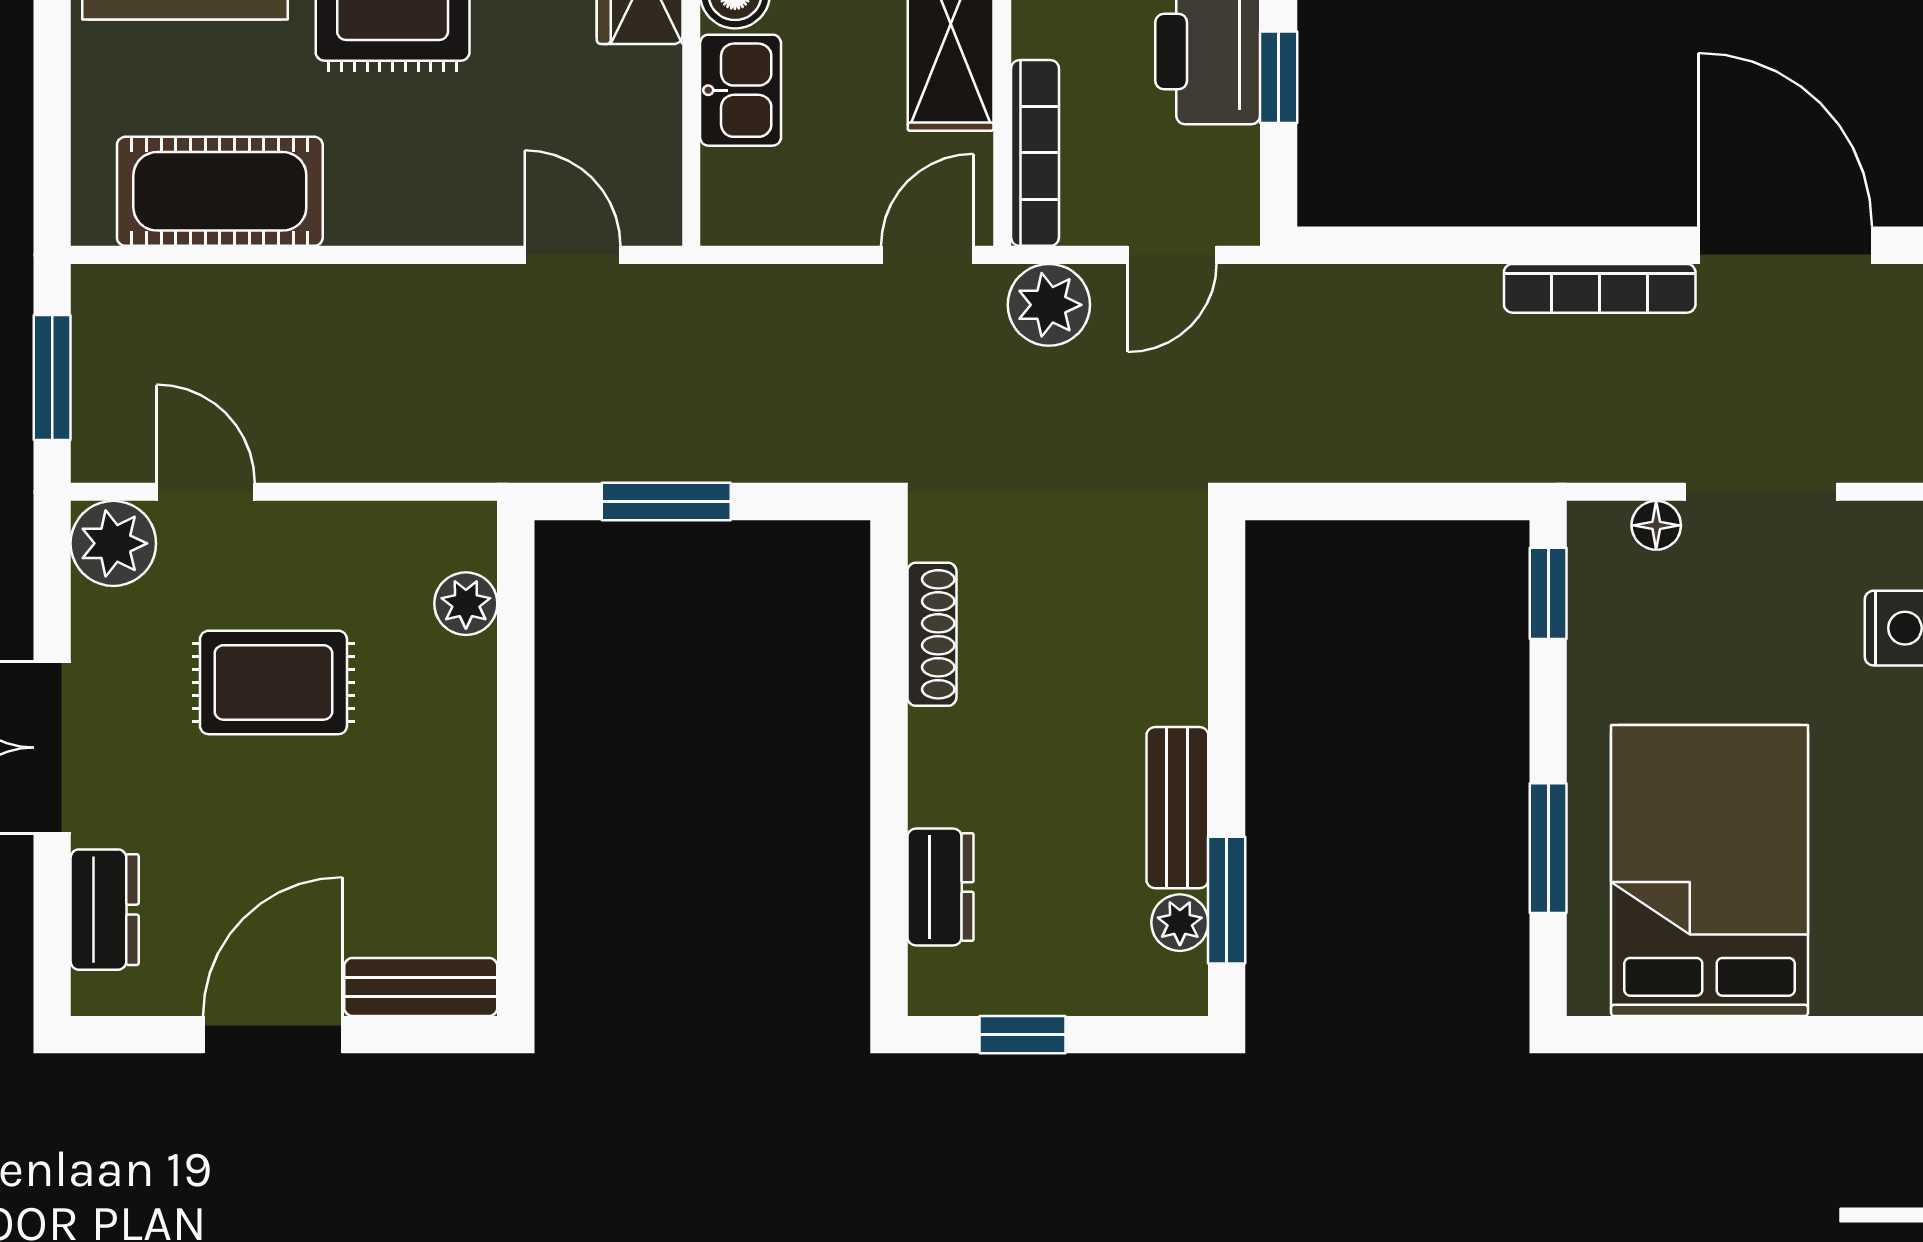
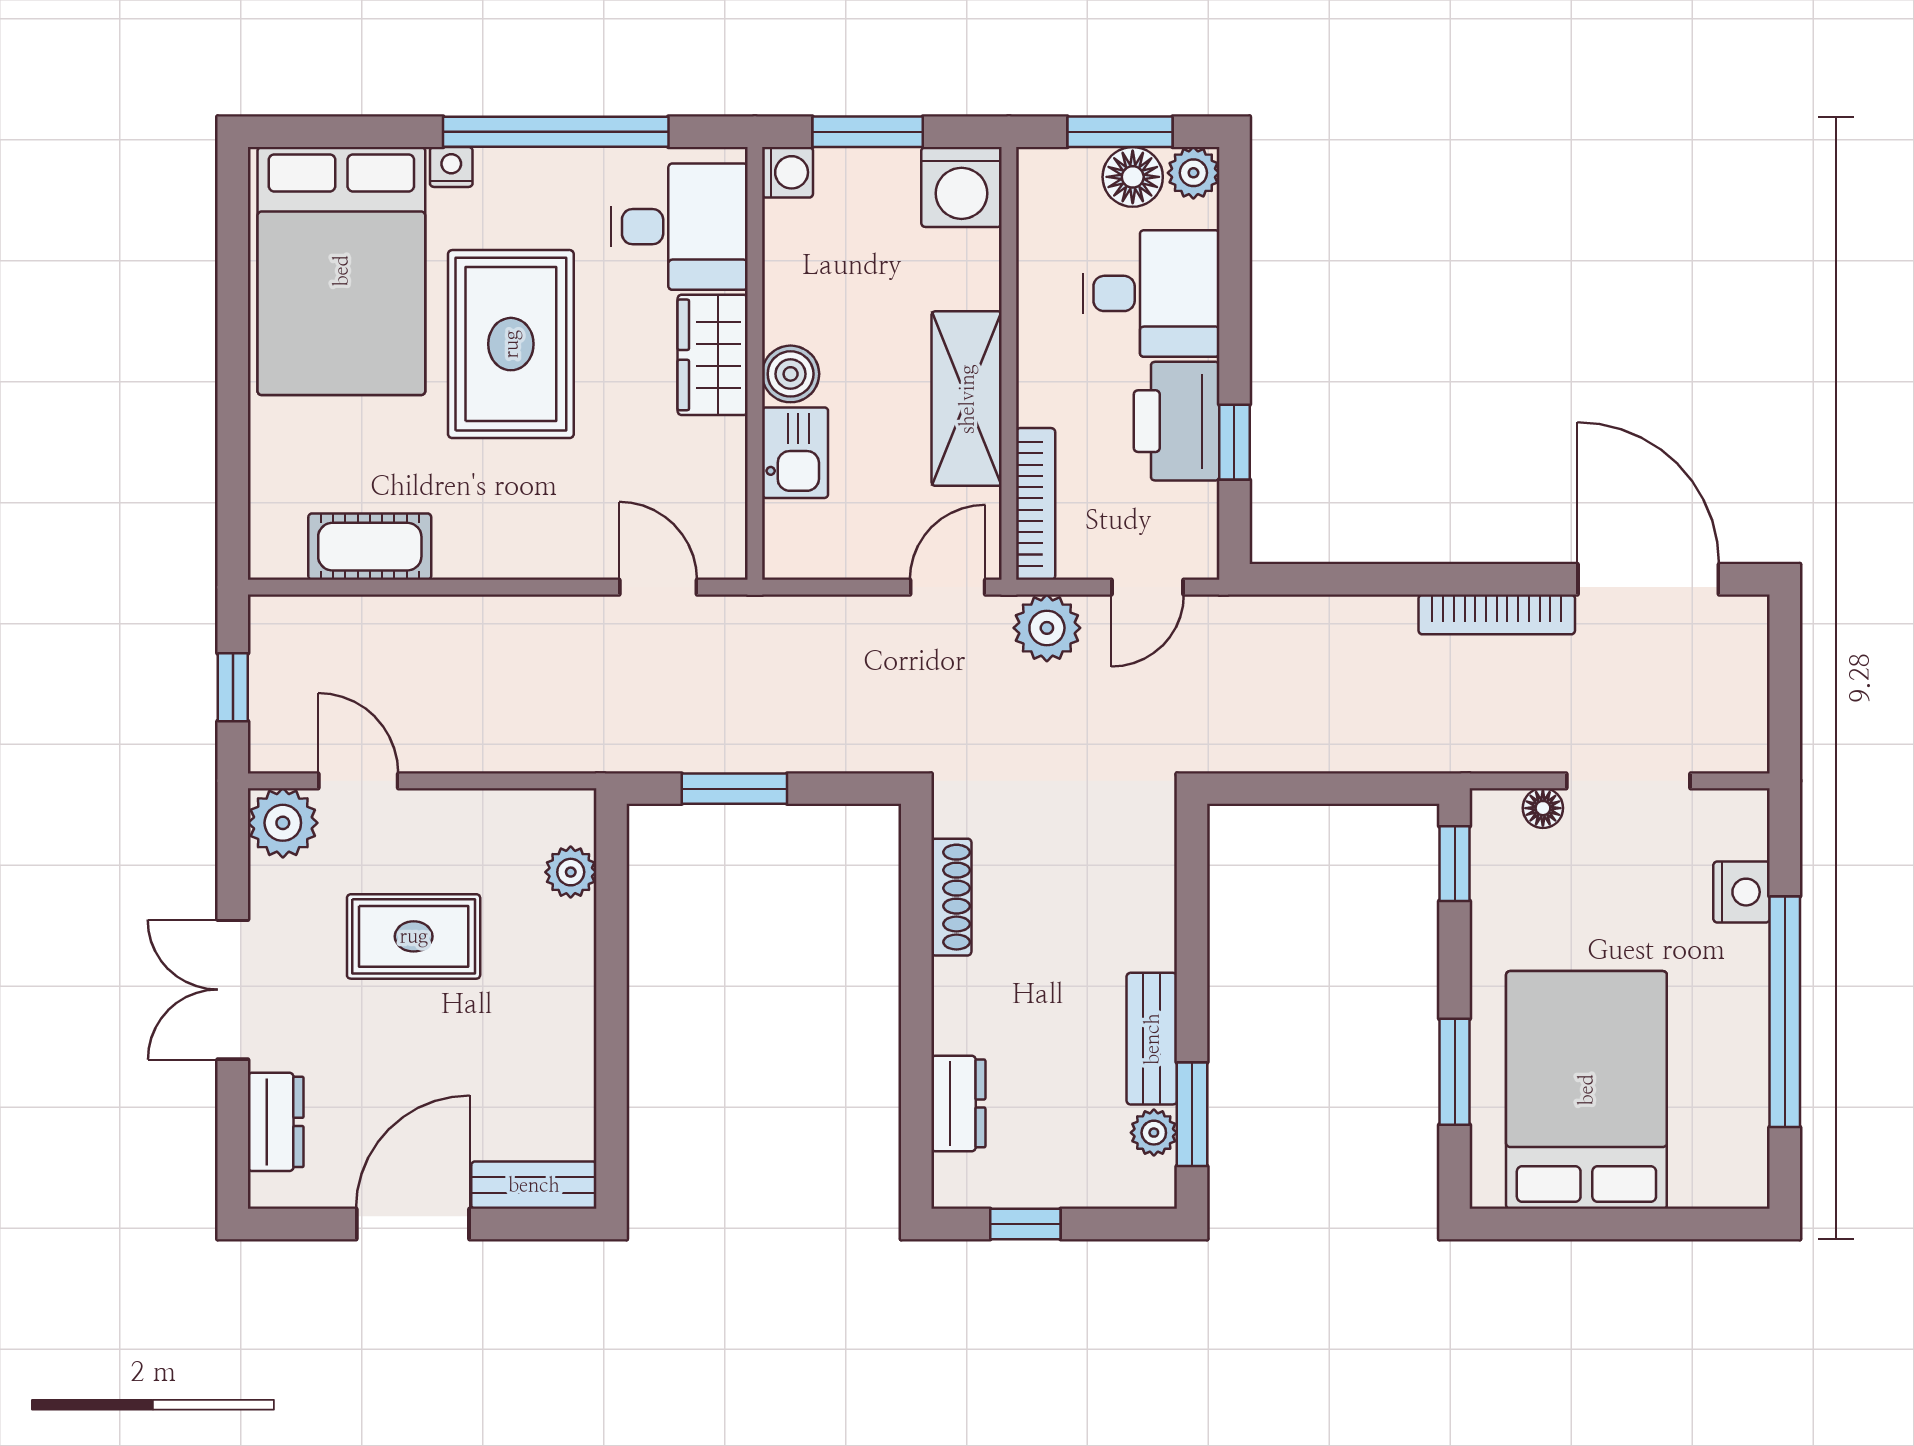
cot: (220, 191) -> (370, 547), width x0.73, depth x0.75
window: (52, 377) -> (233, 687), width x0.67

